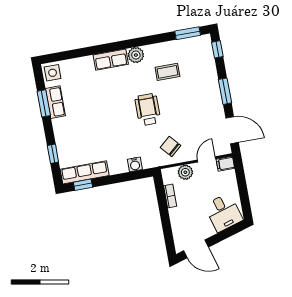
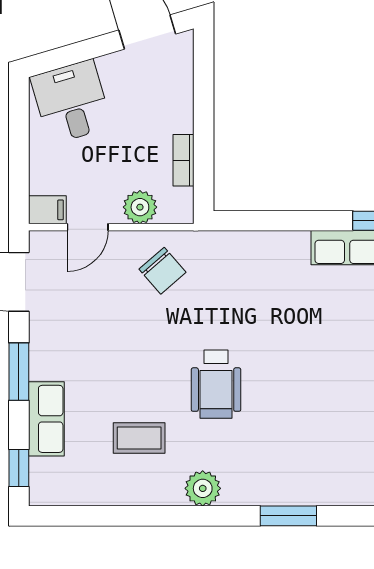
window: (188, 33) -> (288, 516), moved
row of seats: (111, 60) -> (46, 419), moved, turned 90
wheelchair: (148, 109) -> (216, 384), moved
water cooler: (135, 164) -> (249, 245), removed

